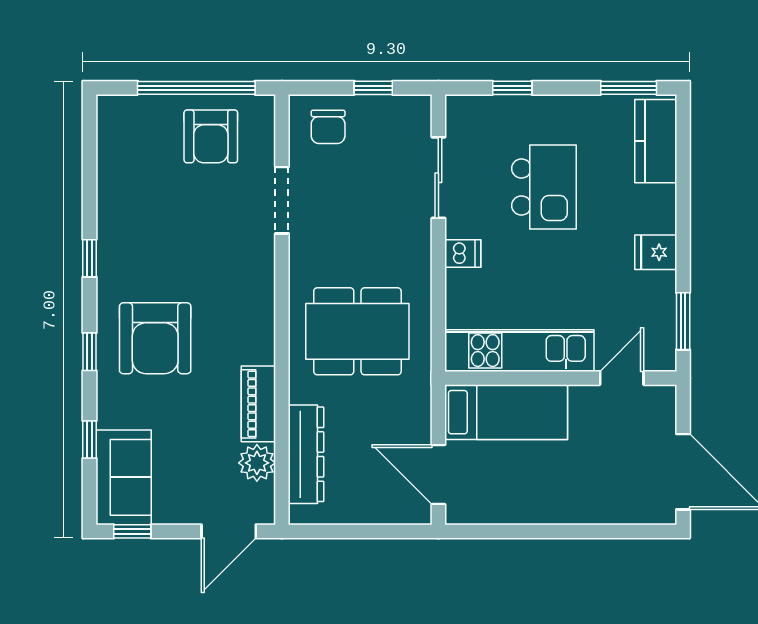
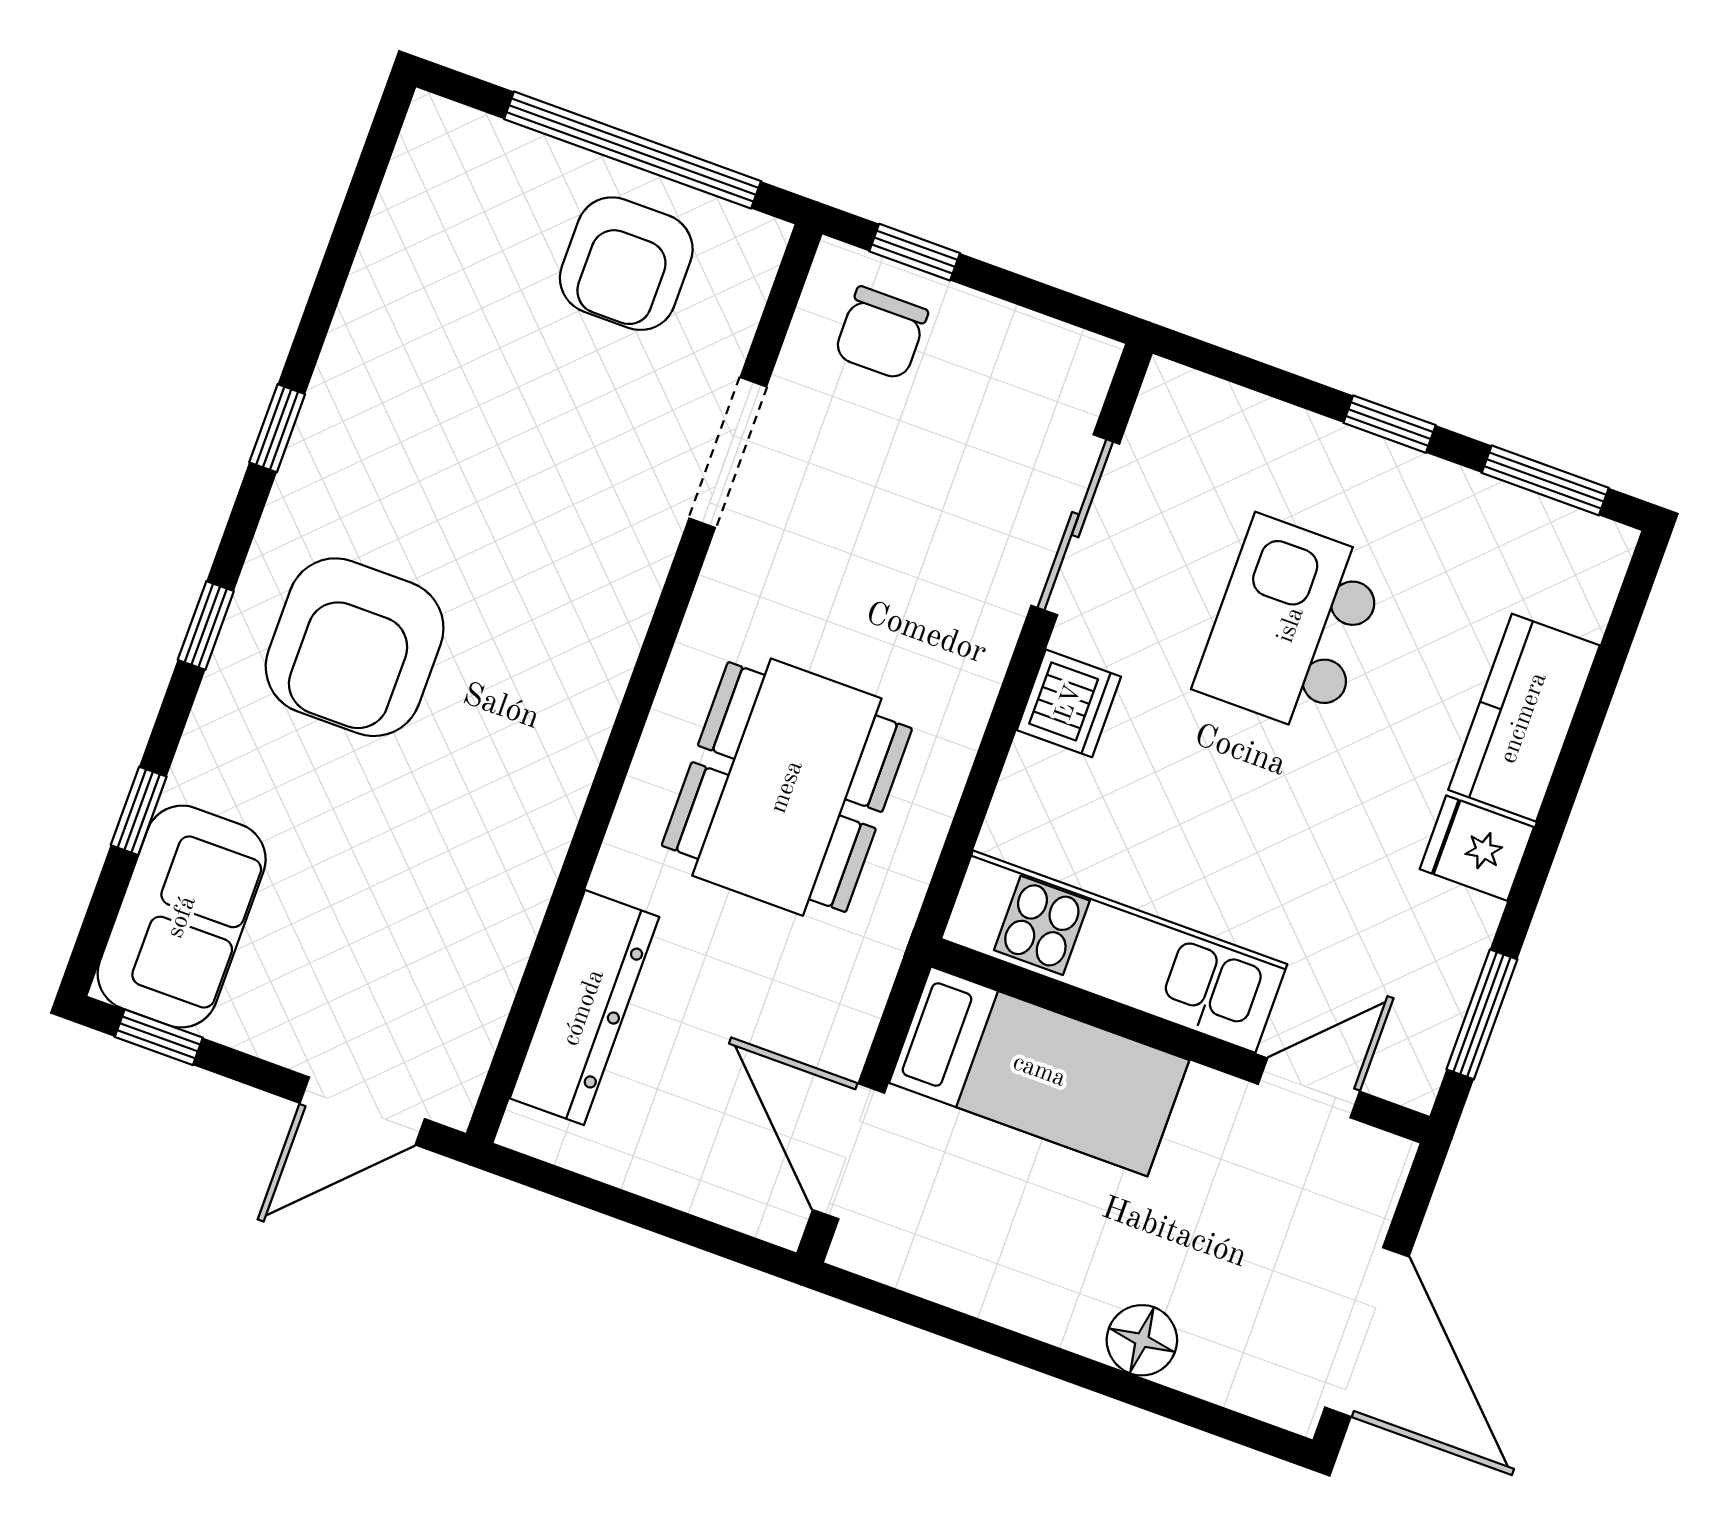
window: (373, 88) -> (915, 252), moved
window: (512, 88) -> (1390, 424), moved
kitchen counter: (656, 141) -> (1524, 718), moved
kitchen island: (544, 187) -> (1291, 625), turned 180
dishwasher: (463, 253) -> (1069, 703), width x1.38
dining table: (357, 331) -> (787, 787), turned 90
piano: (258, 404) -> (522, 865), removed
plant: (257, 463) -> (474, 988), removed
floor lamp: (590, 509) -> (1142, 1340), added

